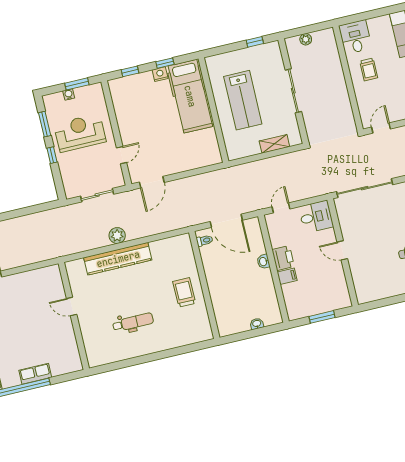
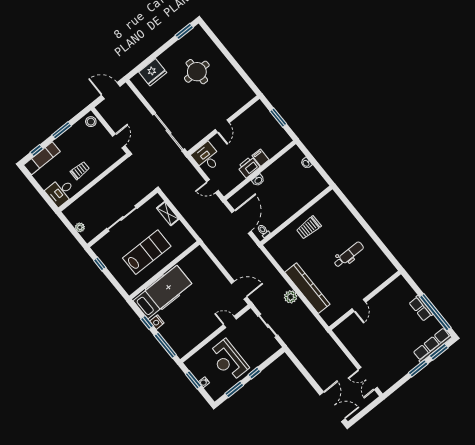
window: (130, 71) -> (165, 345), width x2.17
door: (381, 128) -> (119, 141), swing flipped
dental chair: (133, 322) -> (349, 255), turned 90

